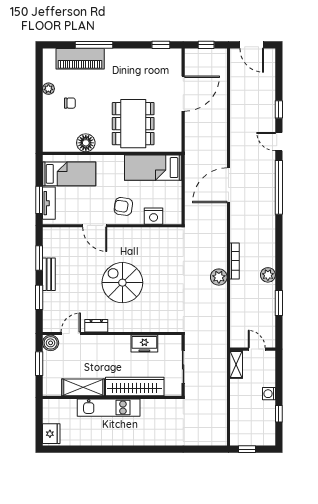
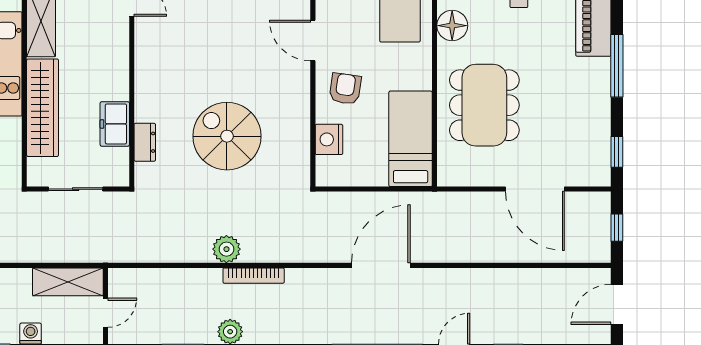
window: (94, 45) -> (617, 66), moved
dining table: (133, 124) -> (484, 105), turned 90
door: (228, 185) -> (381, 265), hinge flipped
door: (95, 226) -> (313, 41), hinge flipped
spiral stairs: (122, 283) -> (227, 136), moved, turned -90
dresser: (96, 326) -> (145, 142), moved
shelving: (236, 365) -> (68, 282), width x1.50, depth x1.33

